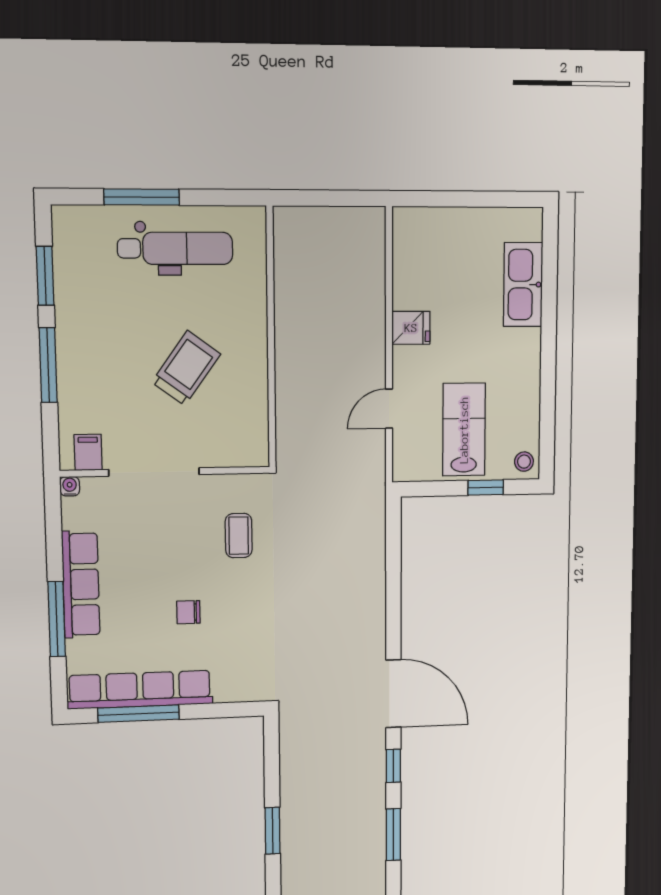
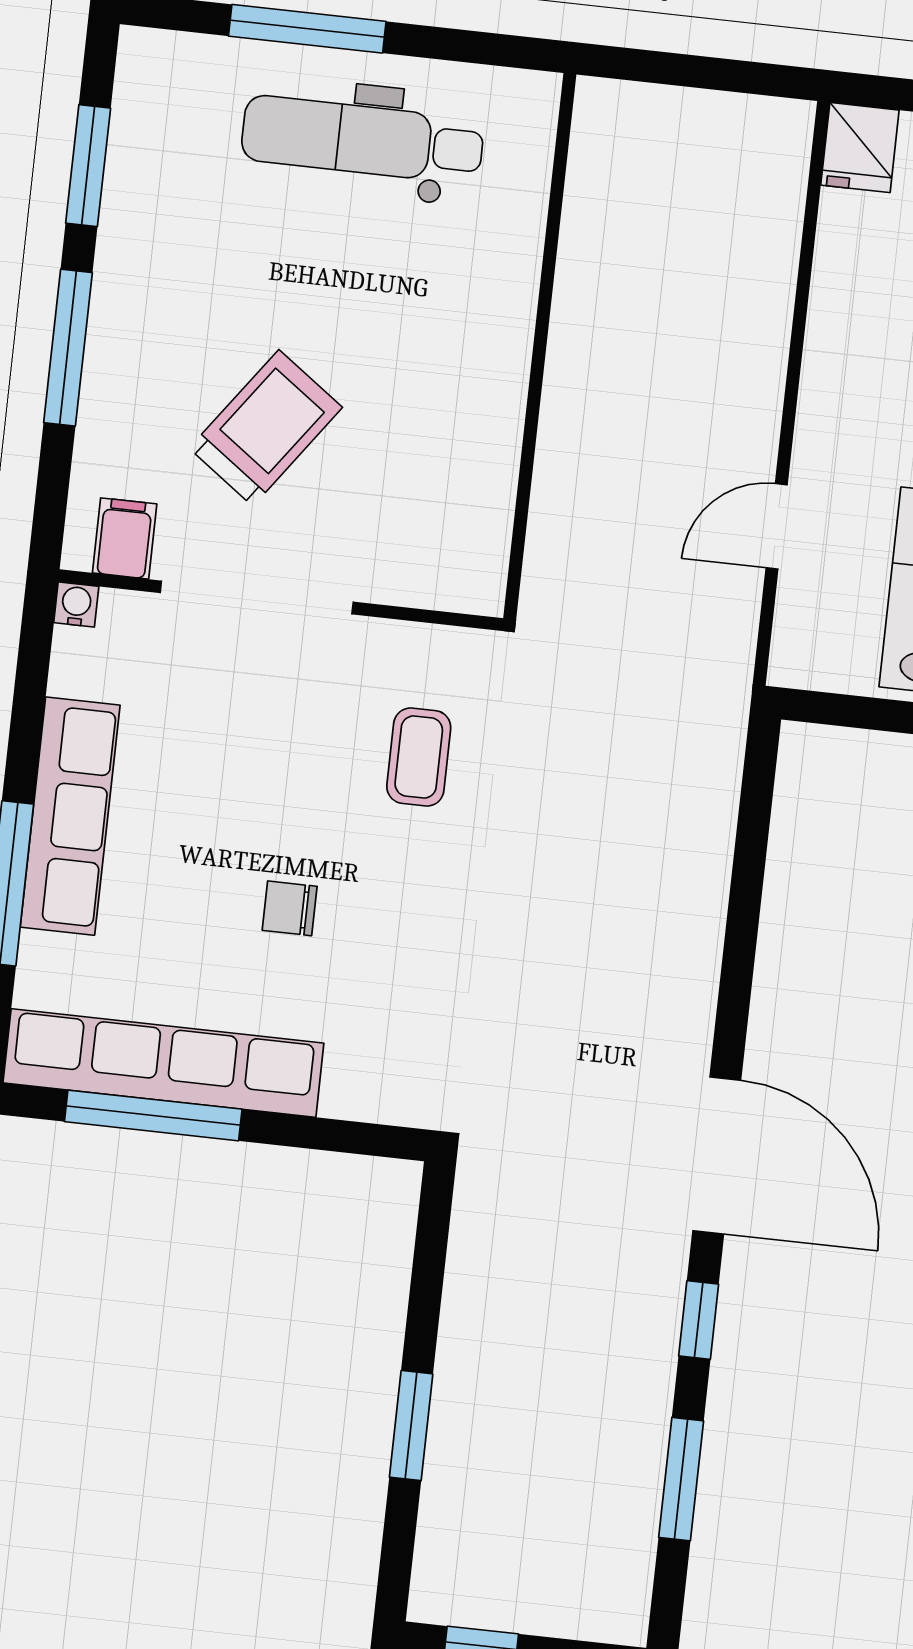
dental chair: (175, 248) -> (363, 140), turned 180
fridge: (411, 328) -> (860, 148), moved, turned 90
trolley: (186, 368) -> (266, 428), moved

